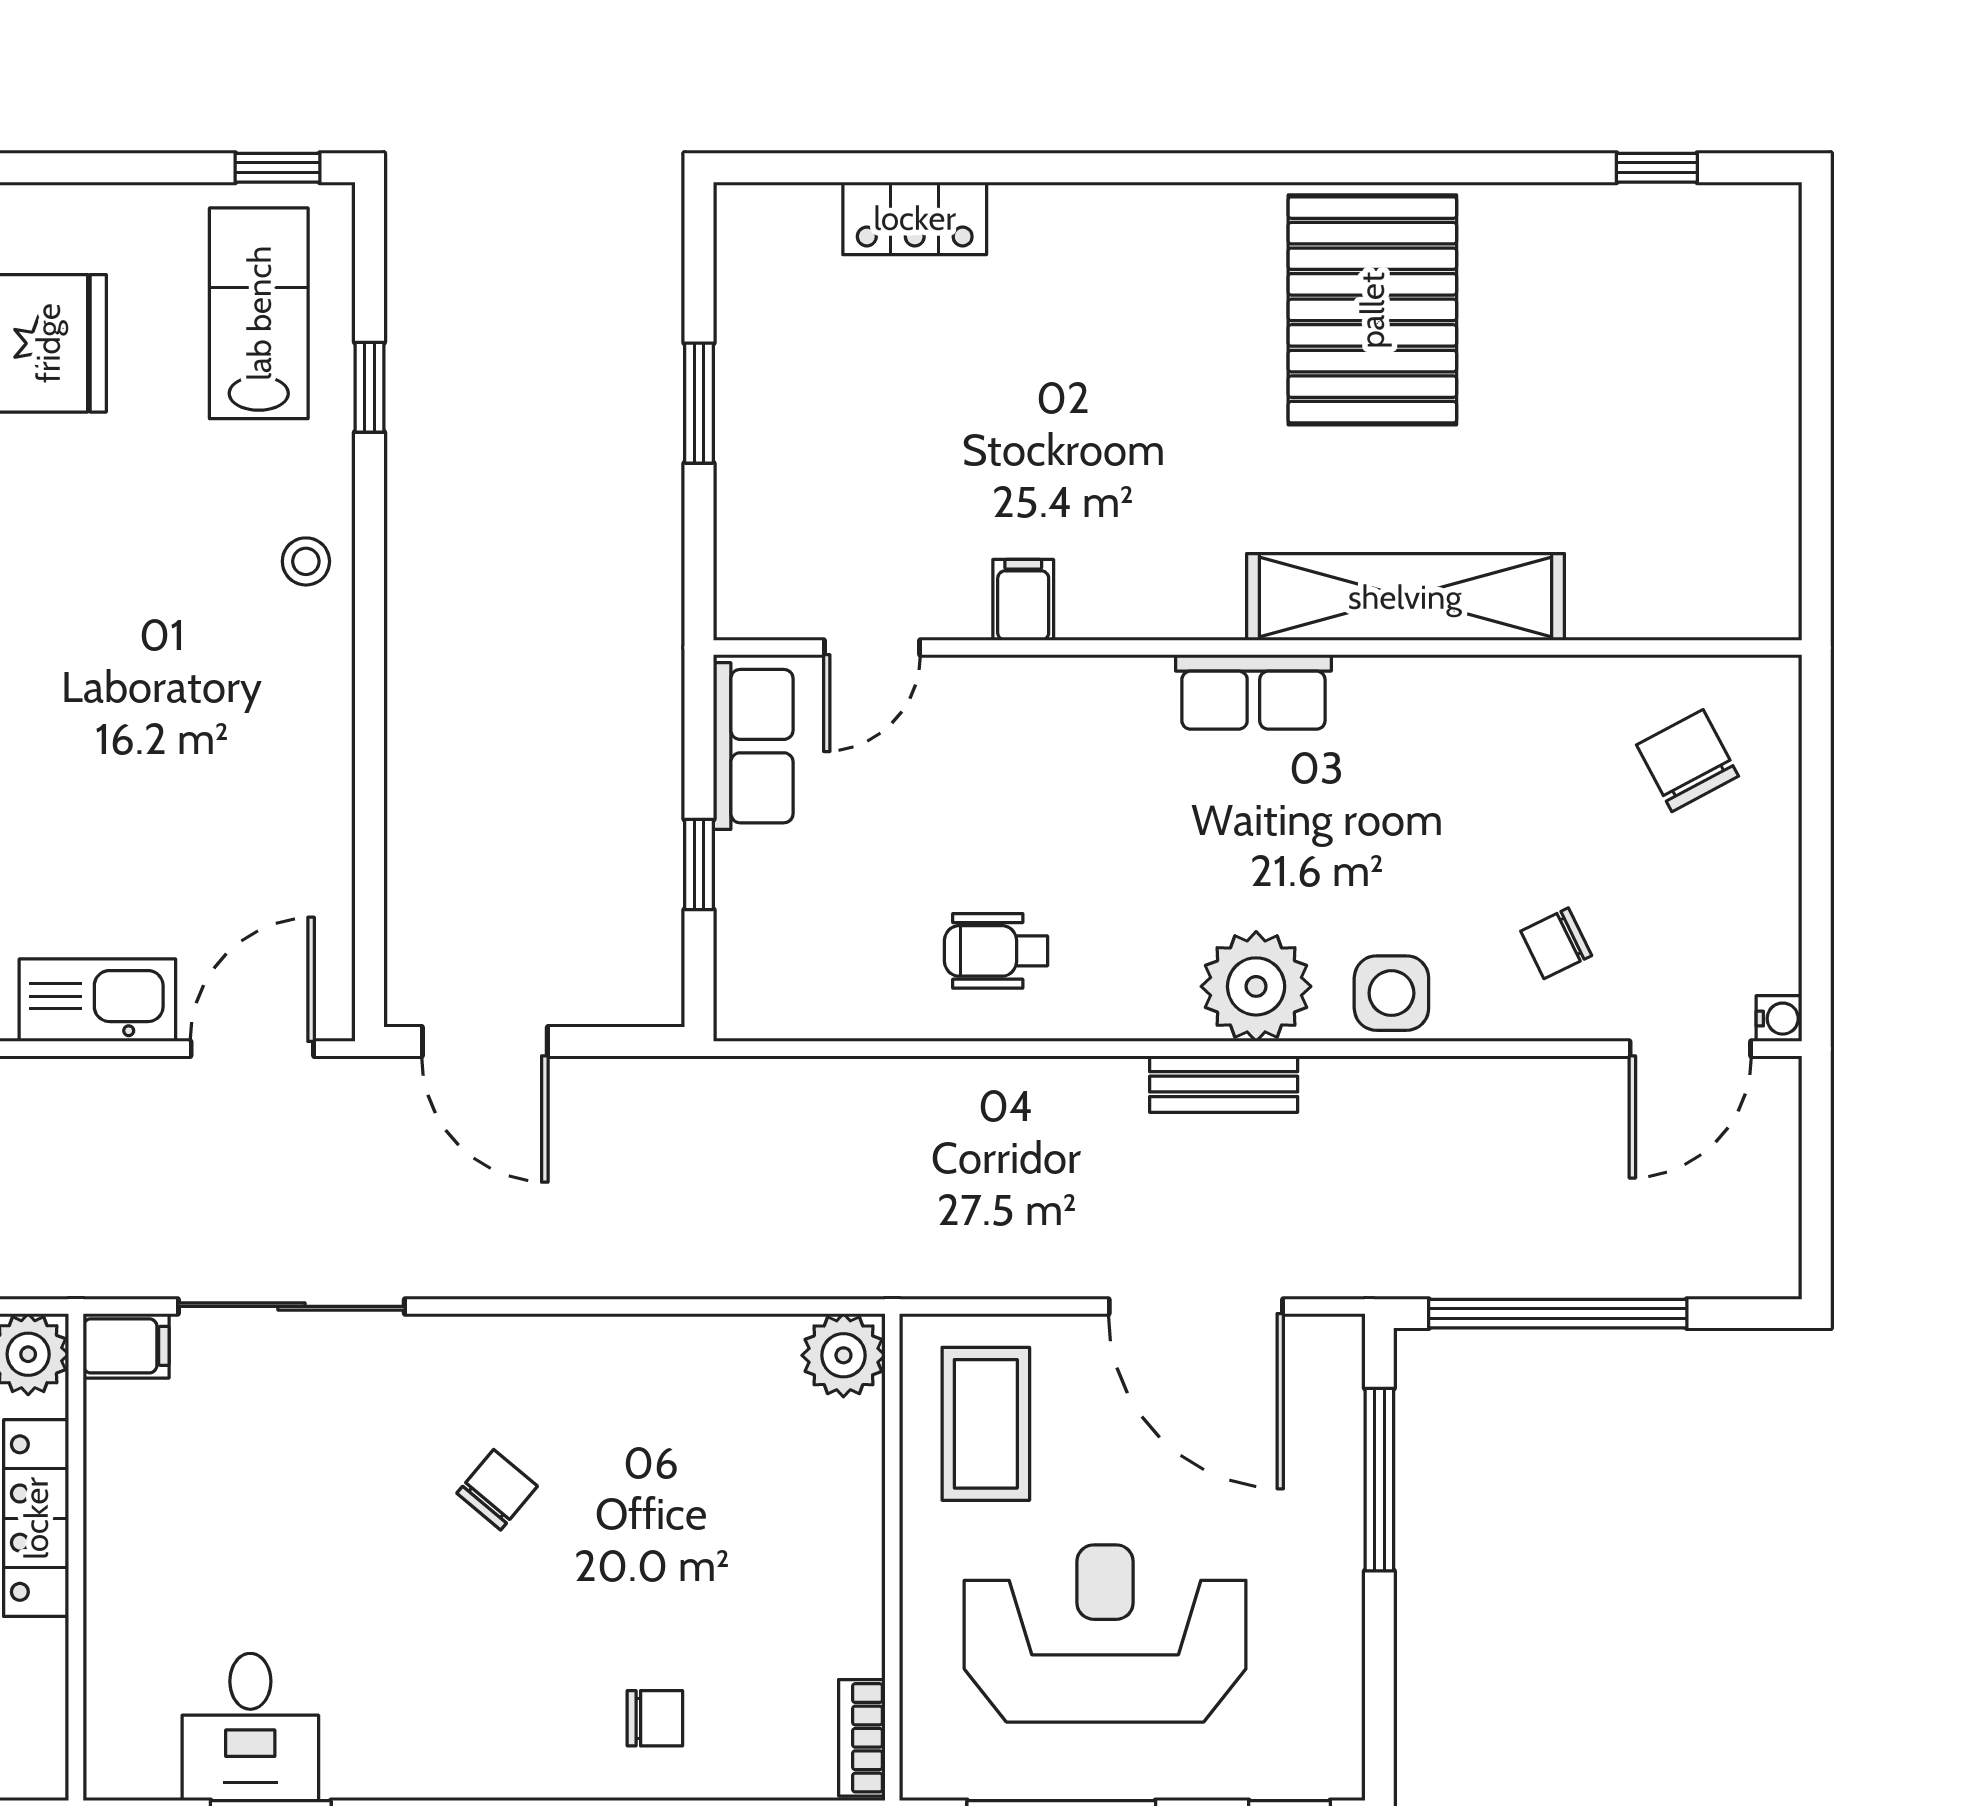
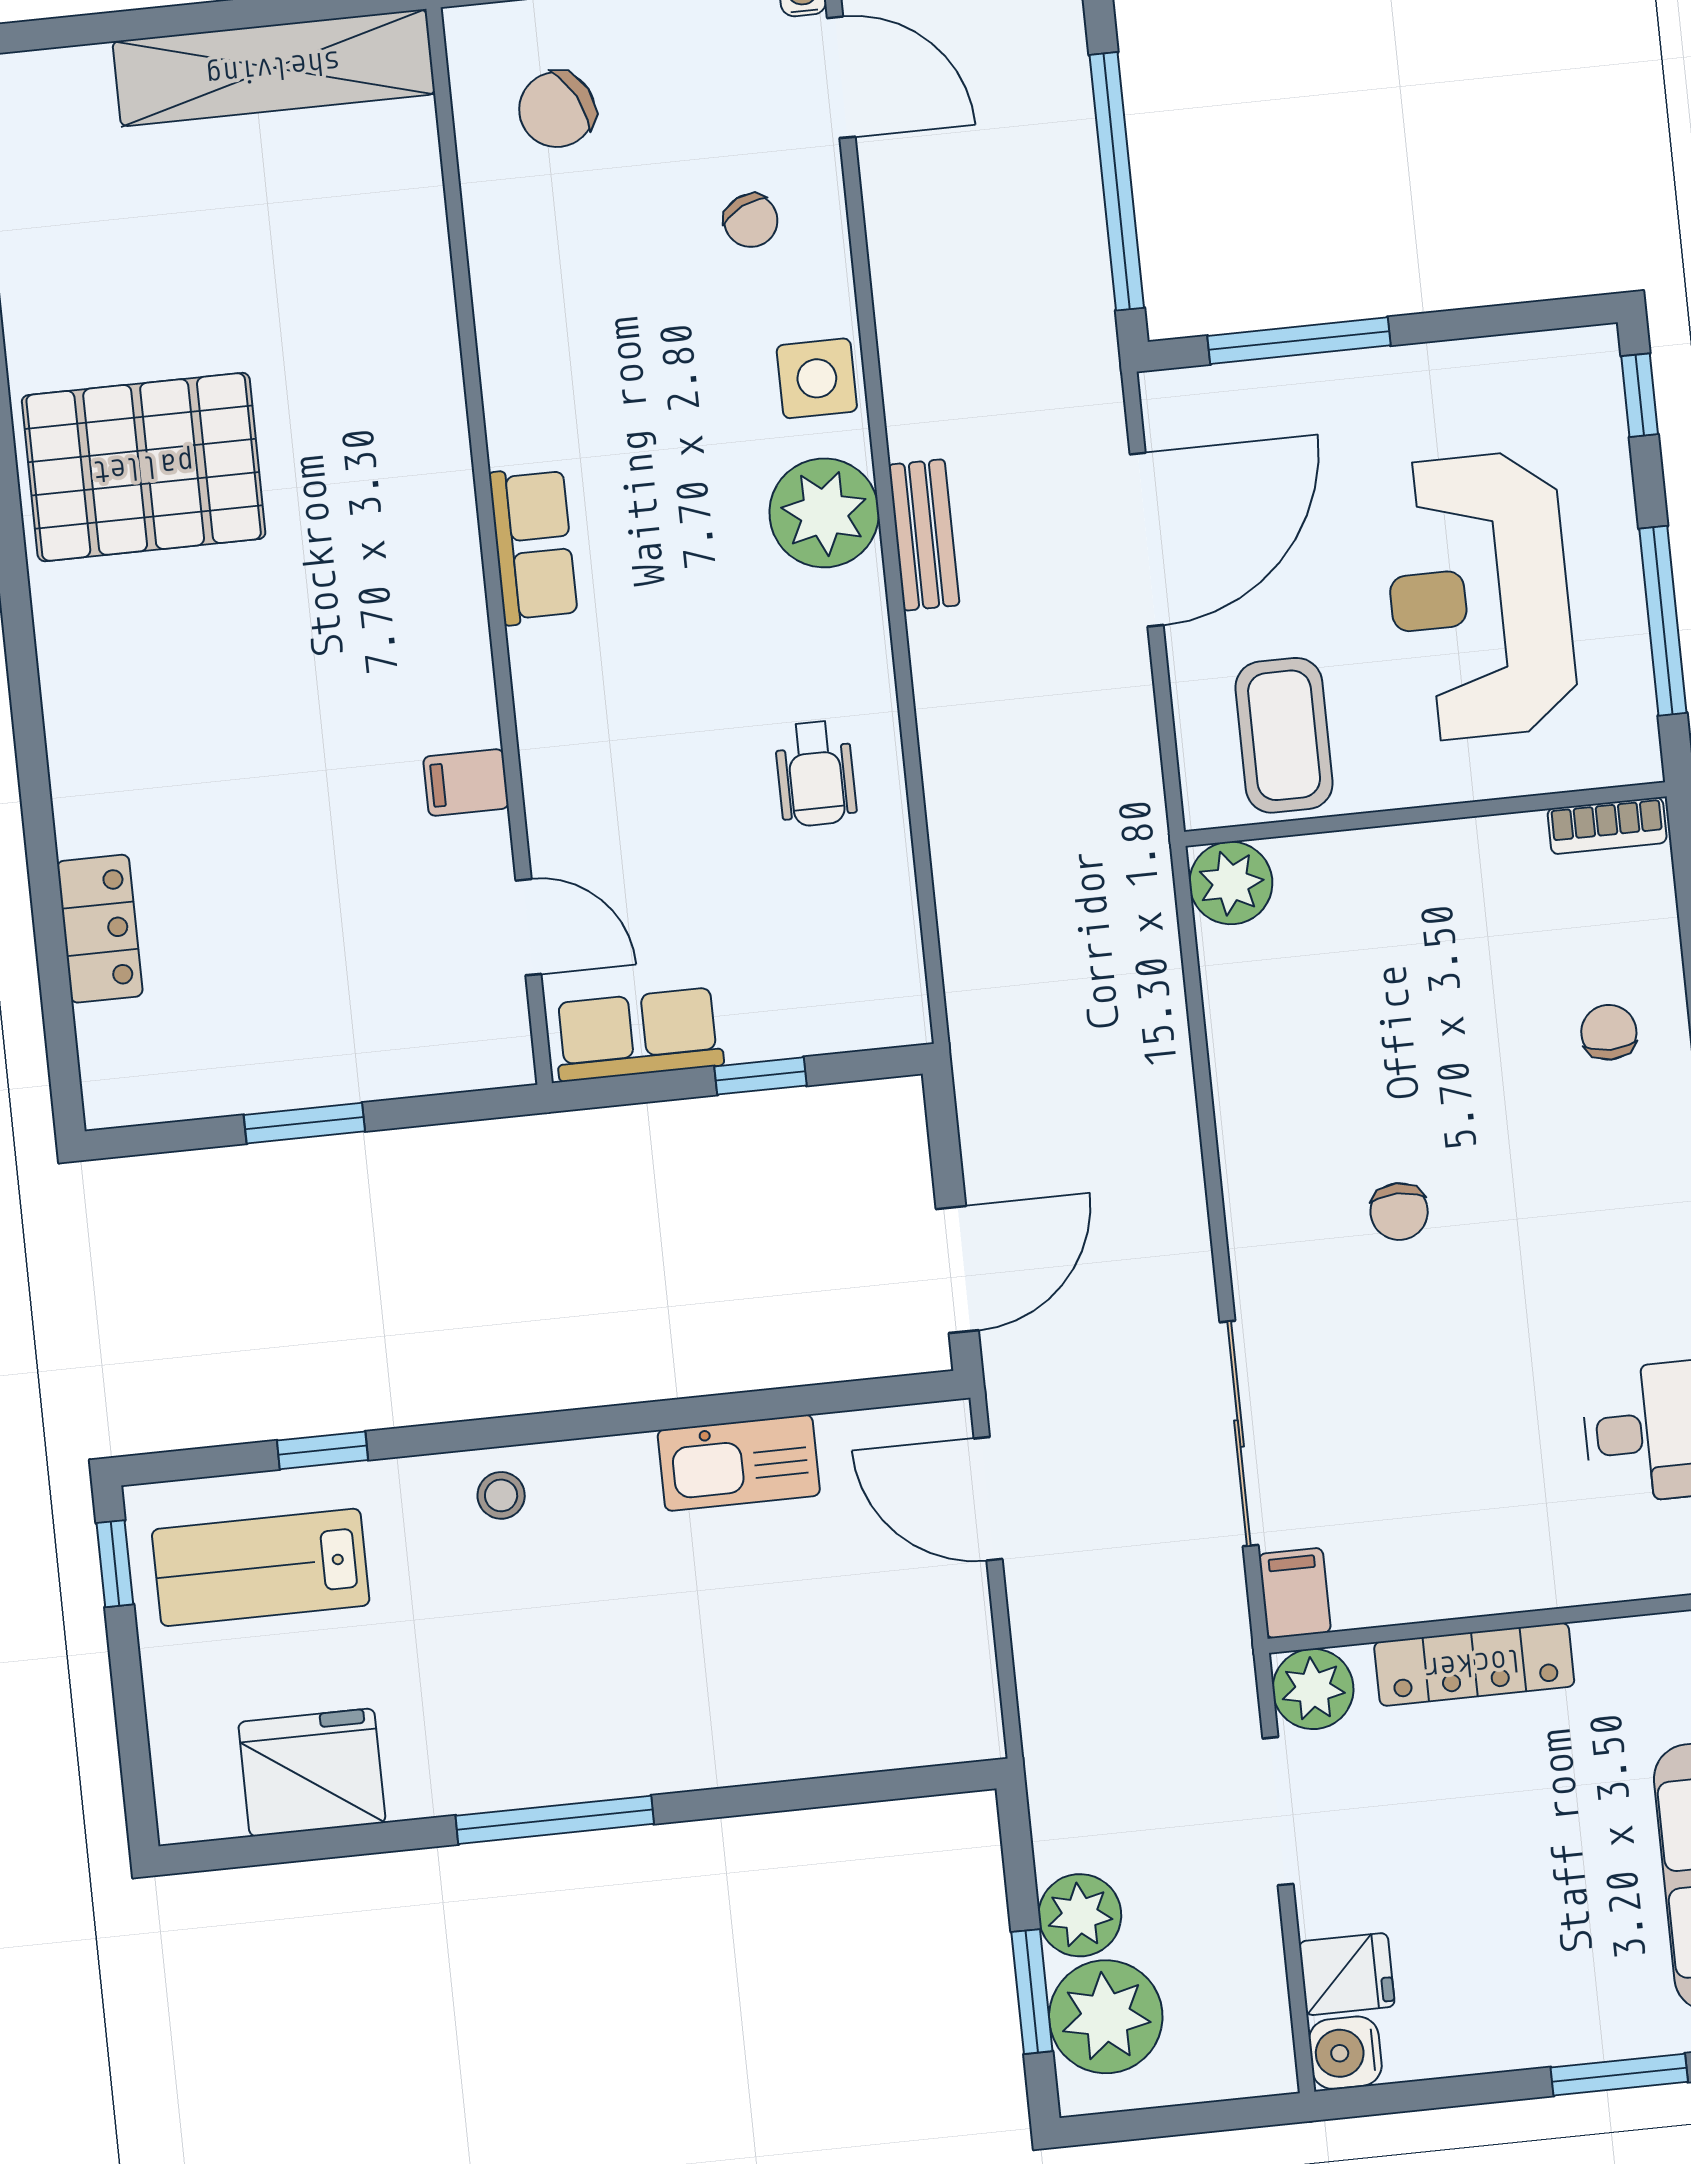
shelving: (1405, 597) -> (274, 68), moved, turned 90
kitchen sink: (97, 1000) -> (739, 1463), moved, turned -90
coffee table: (986, 1424) -> (1284, 735), turned 90
chair: (497, 1490) -> (1399, 1212), turned -130

